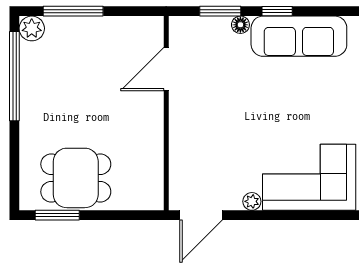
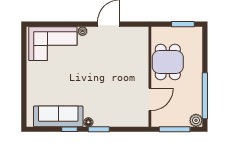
door: (166, 69) -> (150, 99), moved
wall: (166, 113) -> (150, 77), moved
dining table: (76, 178) -> (168, 62), moved, turned 90

